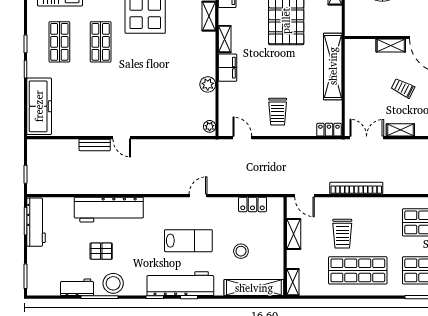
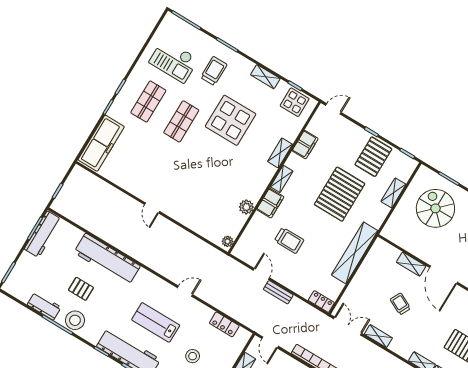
trolley: (278, 112) -> (289, 240), moved, turned -90
door: (242, 138) -> (261, 274), moved
bench: (95, 145) -> (278, 292), moved
lab bench: (188, 241) -> (156, 322), turned 180

